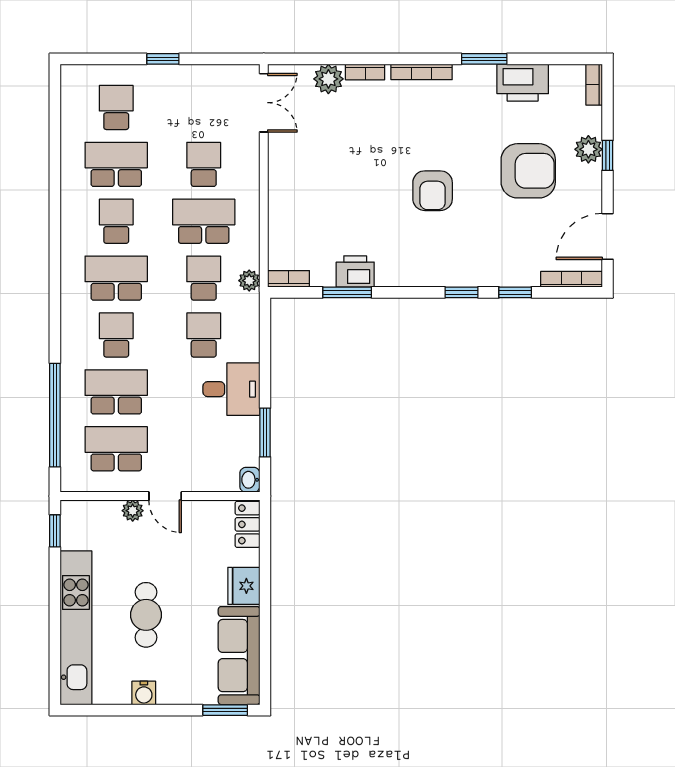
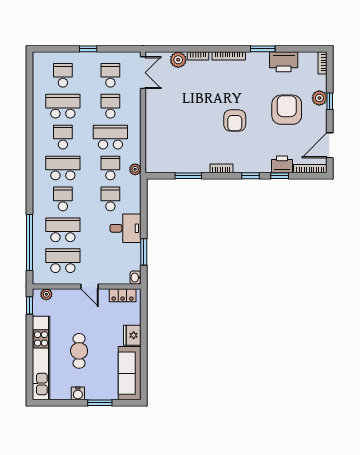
school desk: (204, 107) -> (110, 75), added
armchair: (528, 171) -> (287, 110), turned -90
printer: (355, 272) -> (282, 164), moved
bookcase: (289, 279) -> (221, 168), moved
plant: (133, 511) -> (46, 294), moved
locker: (248, 524) -> (123, 295), moved, turned -90
window: (225, 710) -> (100, 403), moved

